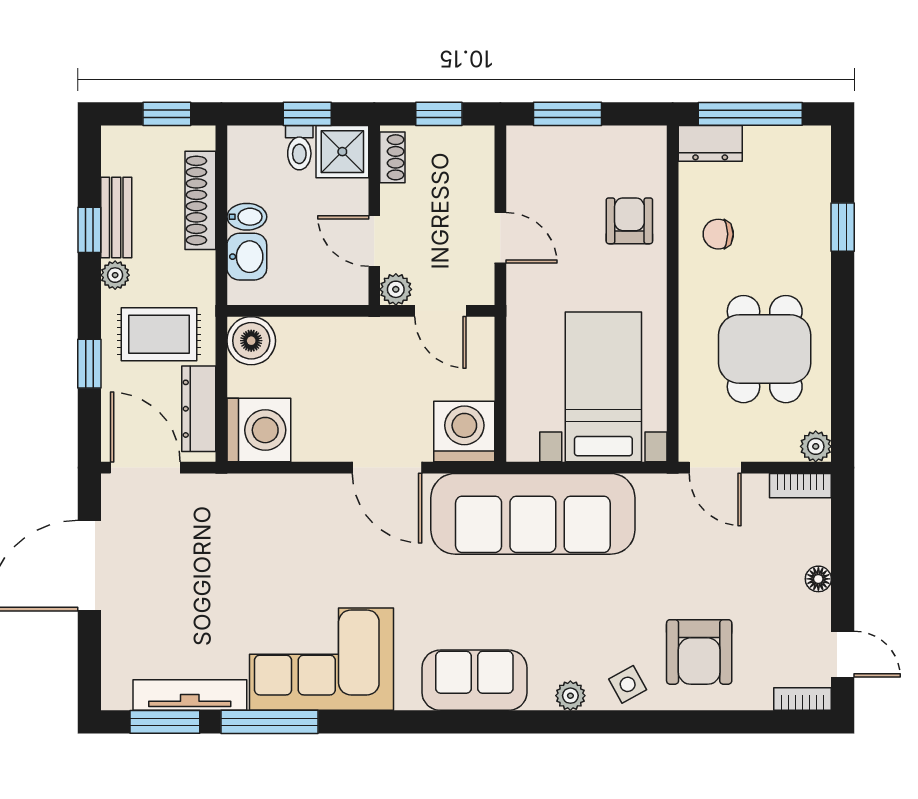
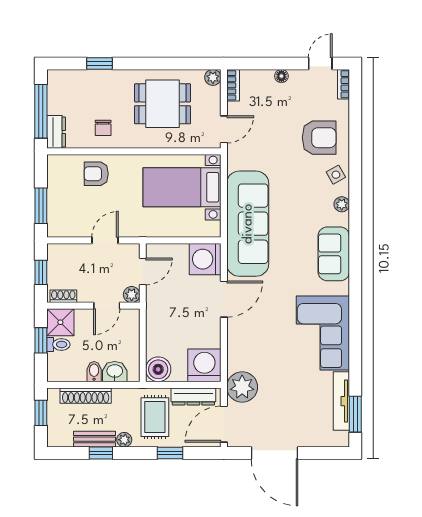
plant: (217, 503) -> (242, 387), added
window: (269, 722) -> (355, 360), removed

